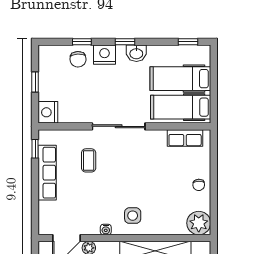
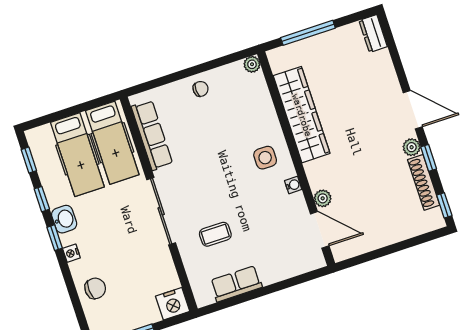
window: (82, 42) -> (42, 199), moved
nightstand: (104, 55) -> (71, 253), width x0.53, depth x0.56
row of seats: (185, 138) -> (152, 135), width x1.48
window: (35, 149) -> (223, 305), removed
row of seats: (47, 173) -> (236, 284), width x0.68
plant: (199, 223) -> (252, 64), width x0.53, depth x0.53

